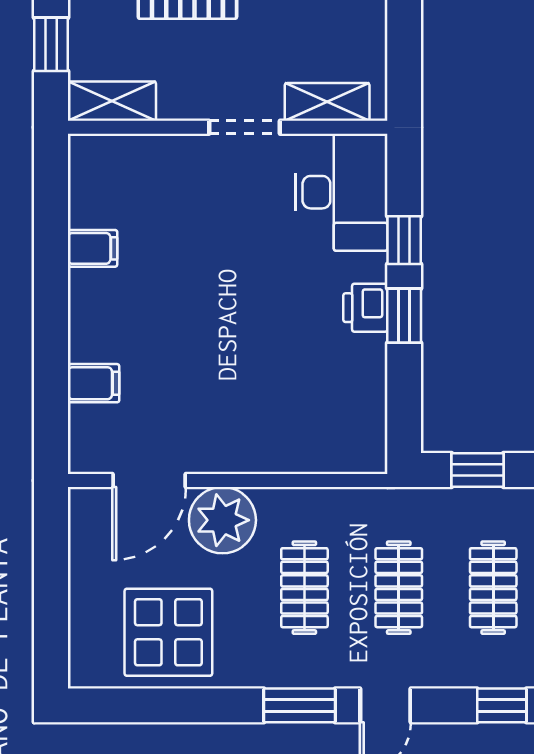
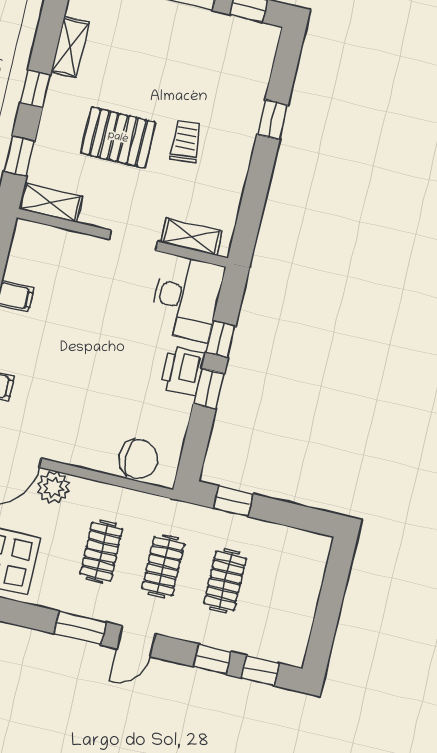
printer: (365, 308) -> (183, 371), width x1.36, depth x1.24
chair: (326, 441) -> (138, 459), added
plant: (222, 520) -> (54, 487), width x0.73, depth x0.73

